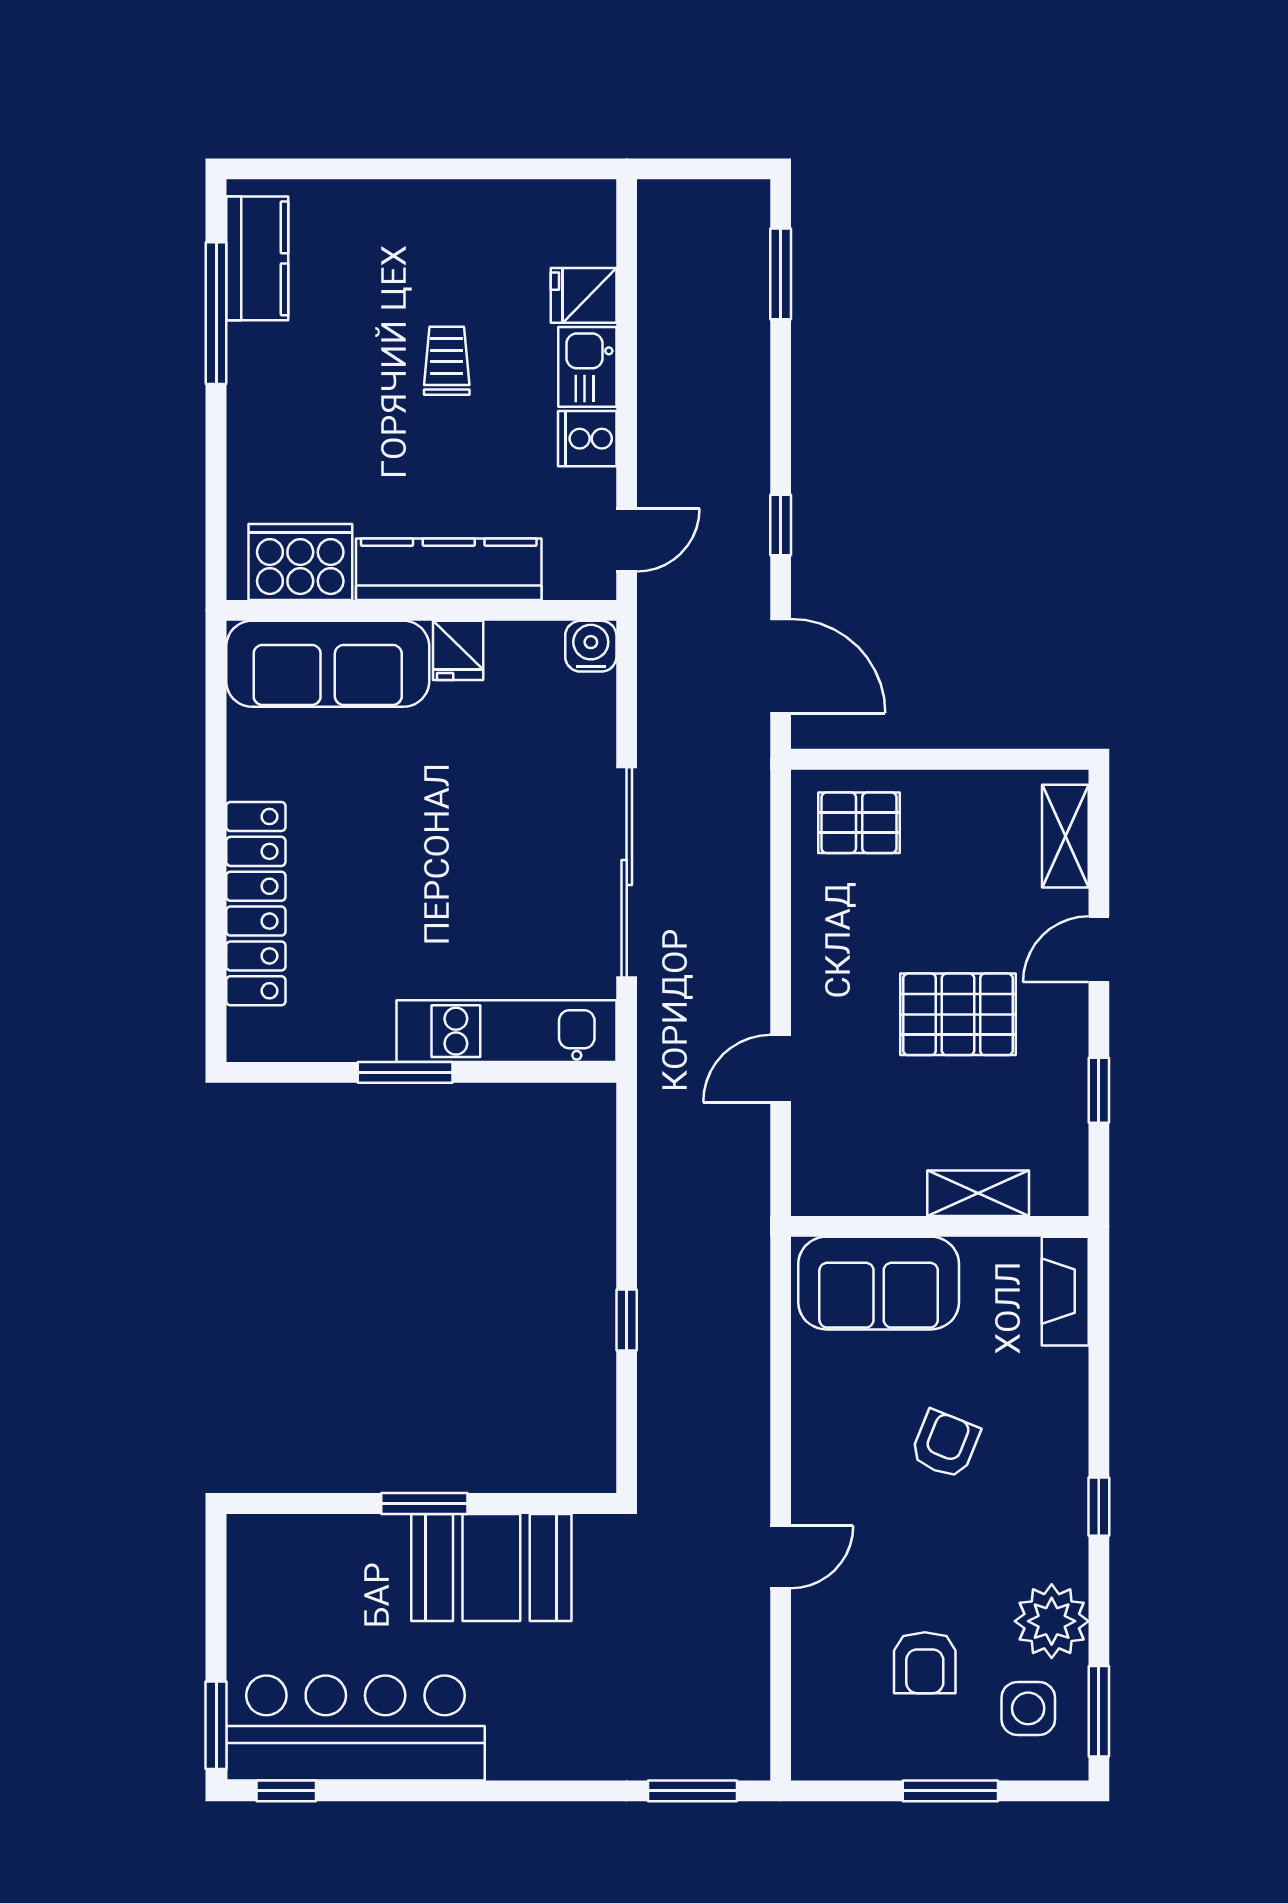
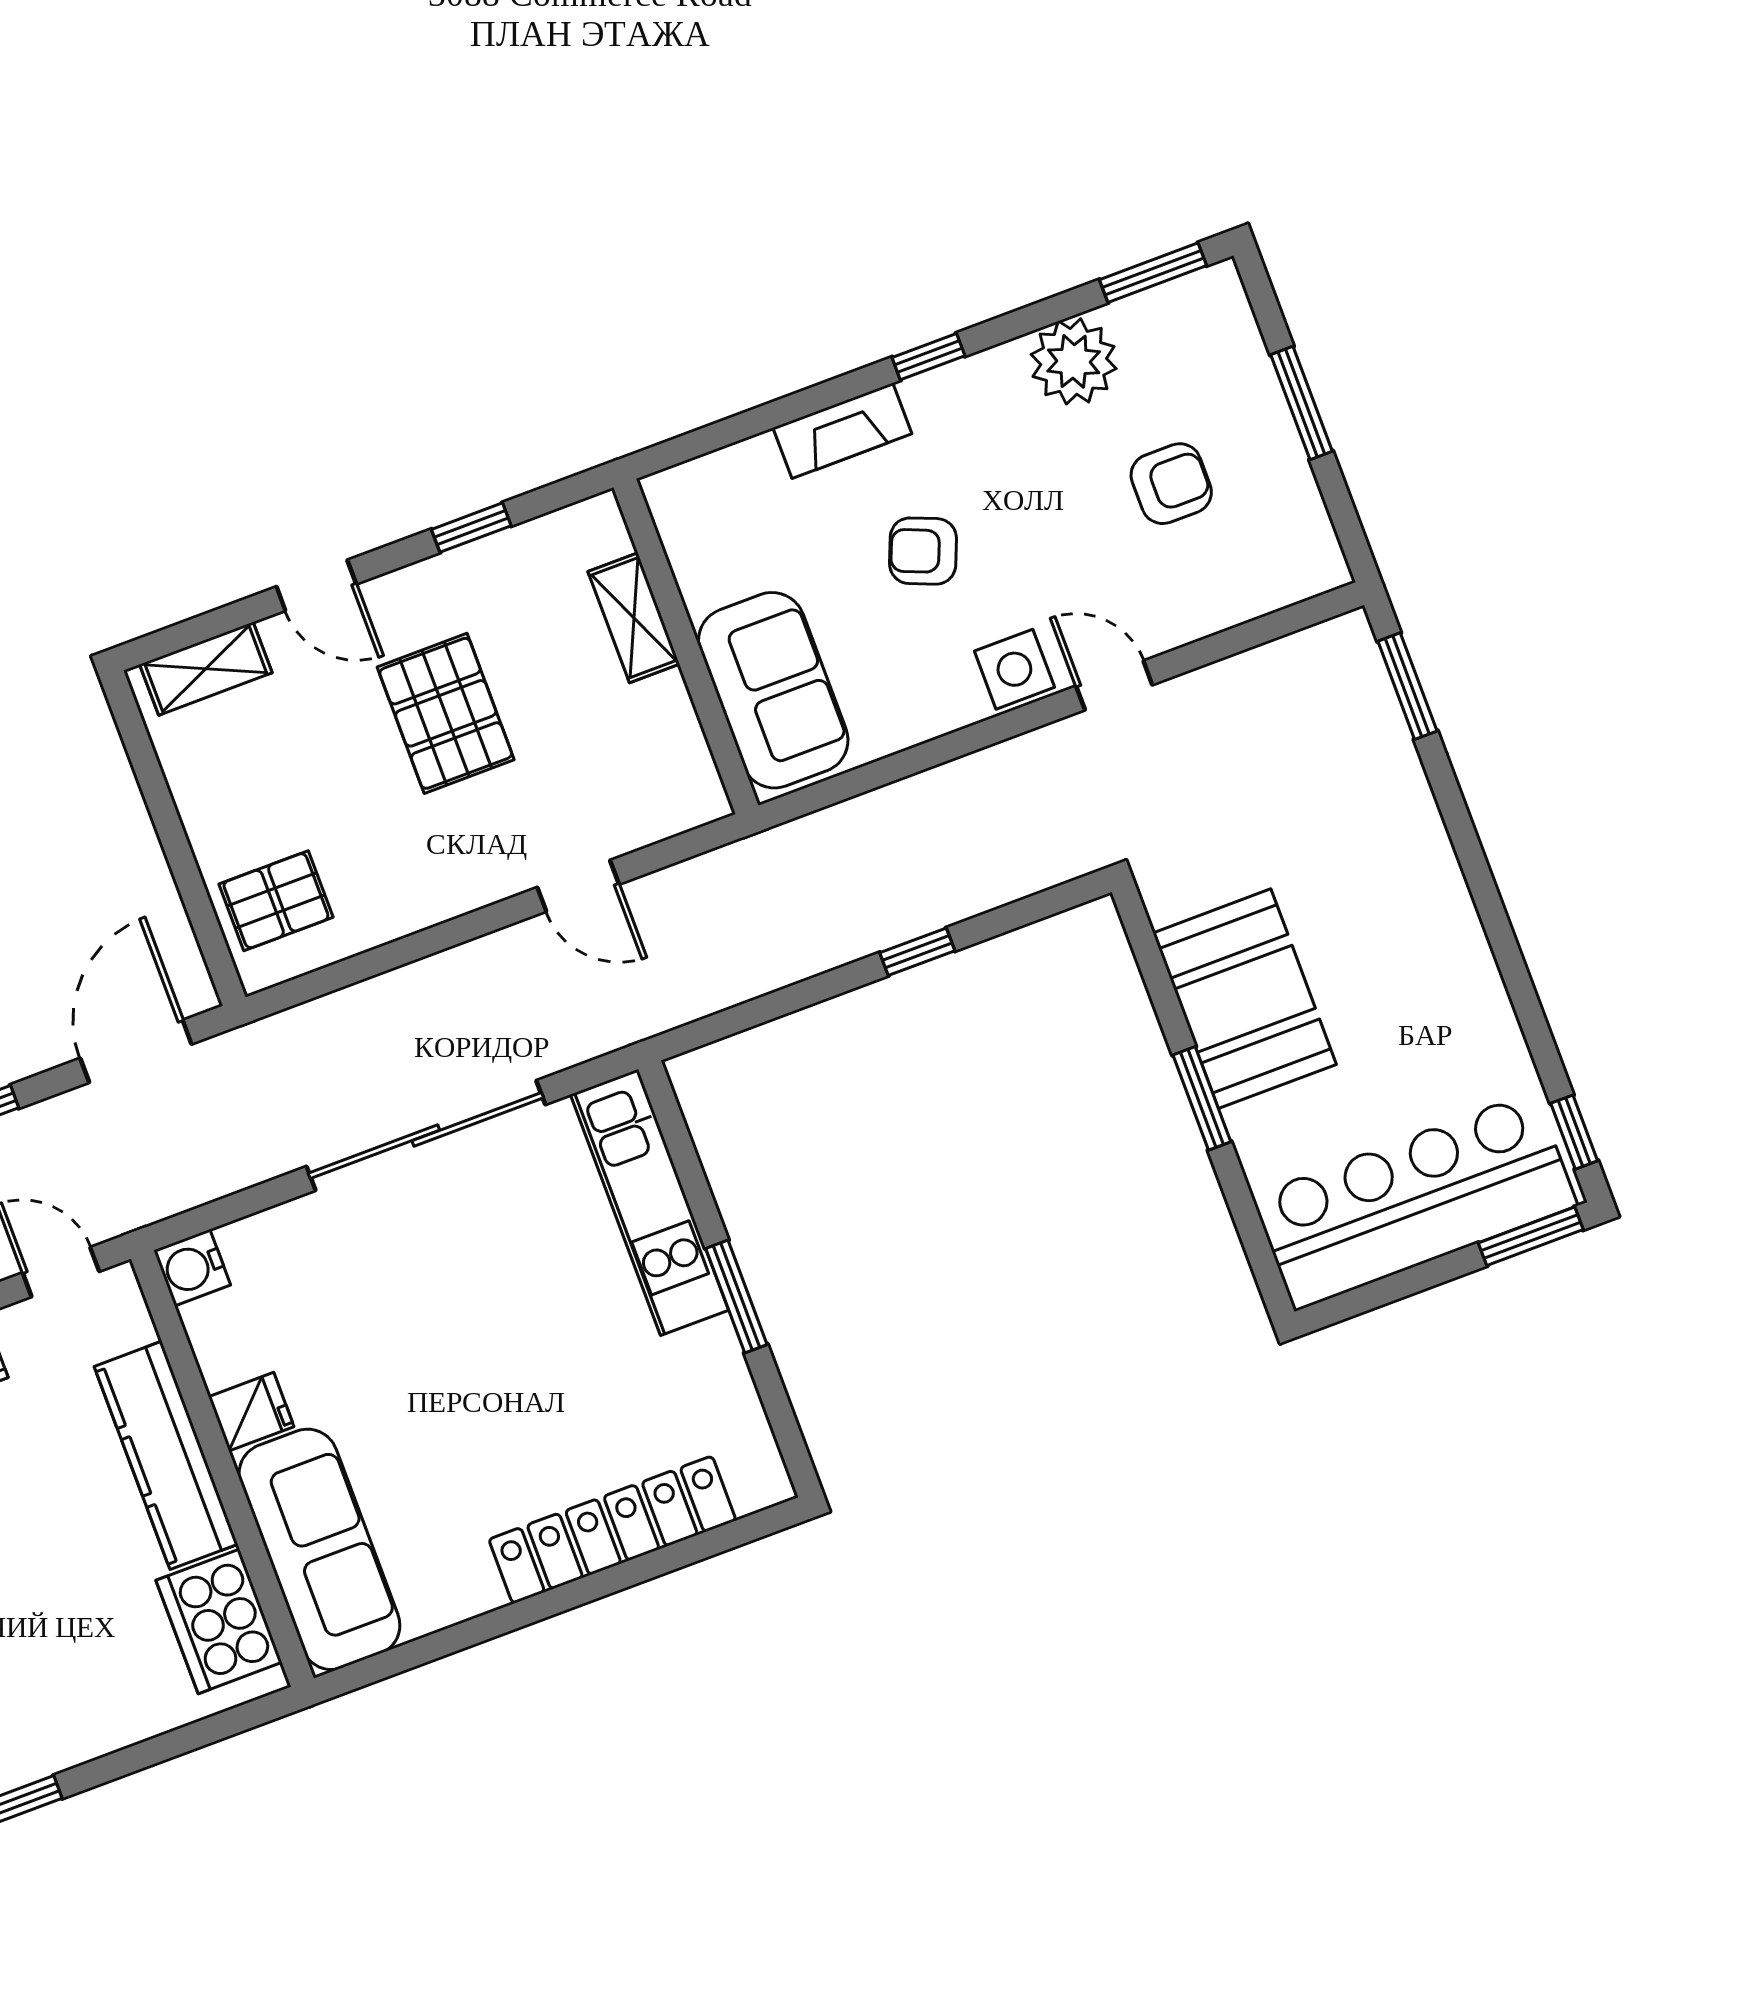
pallet: (859, 823) -> (276, 901), turned 90
fireplace: (1065, 1291) -> (842, 431), moved
side table: (1028, 1708) -> (1014, 669), moved
bar counter: (355, 1728) -> (1415, 1201), moved, turned 90

